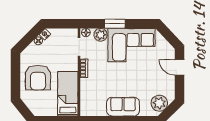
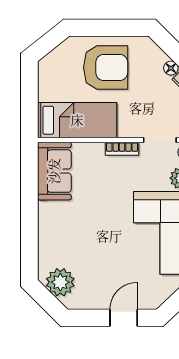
armchair: (38, 78) -> (106, 67), turned 180
sofa: (123, 107) -> (54, 171), moved

